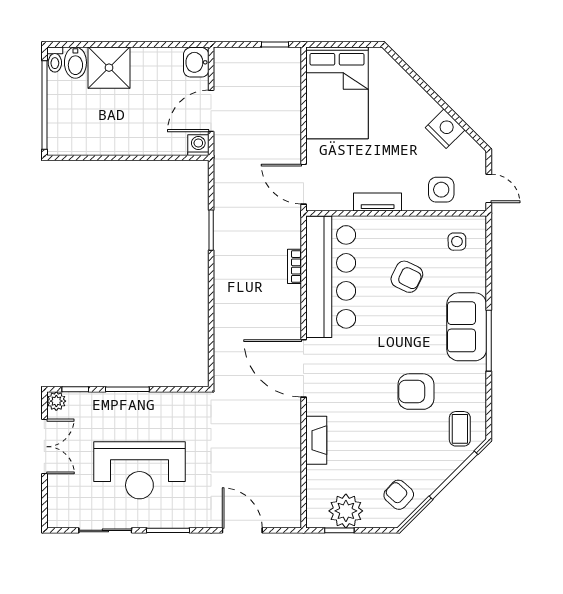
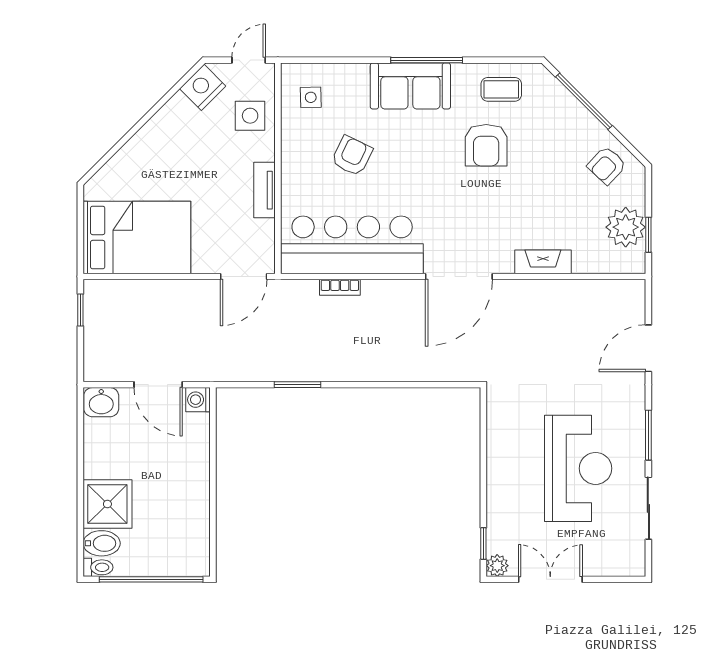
nightstand: (445, 129) -> (203, 87), moved
window: (127, 389) -> (483, 483), removed
coffee table: (460, 429) -> (501, 89), moved

